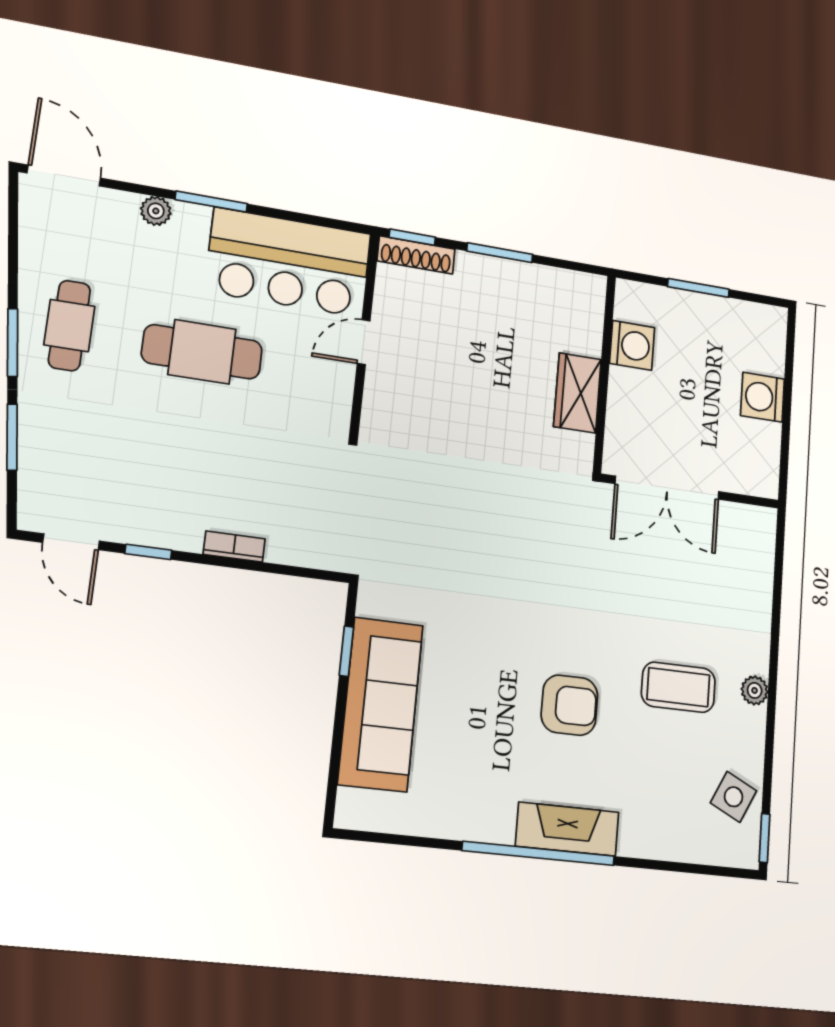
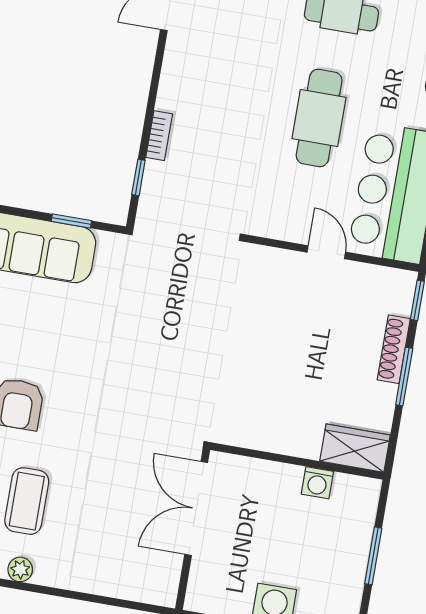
shoe rack: (416, 255) -> (394, 349), moved
washing machine: (632, 345) -> (317, 483), width x0.73, depth x0.73
wardrobe: (577, 393) -> (355, 448), moved
window: (148, 552) -> (138, 177), moved

